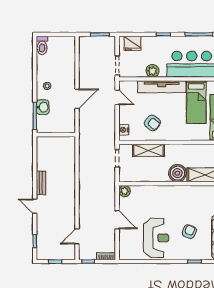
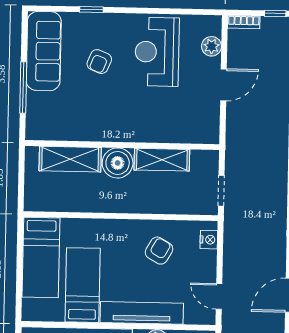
armchair: (152, 123) -> (159, 251), turned 82
shelving: (148, 150) -> (162, 160), moved
plant: (125, 191) -> (212, 46), moved
door: (117, 220) -> (223, 85), swing flipped

